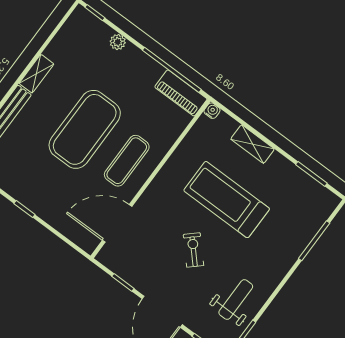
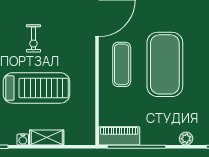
water cooler: (212, 111) -> (23, 140), moved
exercise bike: (194, 250) -> (33, 38), turned 43

